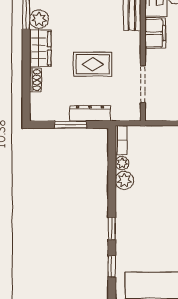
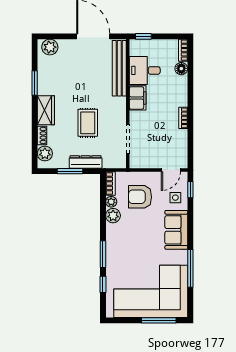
plant: (39, 19) -> (45, 154), moved
rug: (93, 64) -> (88, 123), turned 90
armchair: (158, 157) -> (140, 197), added
window: (112, 229) -> (103, 254), width x1.50

